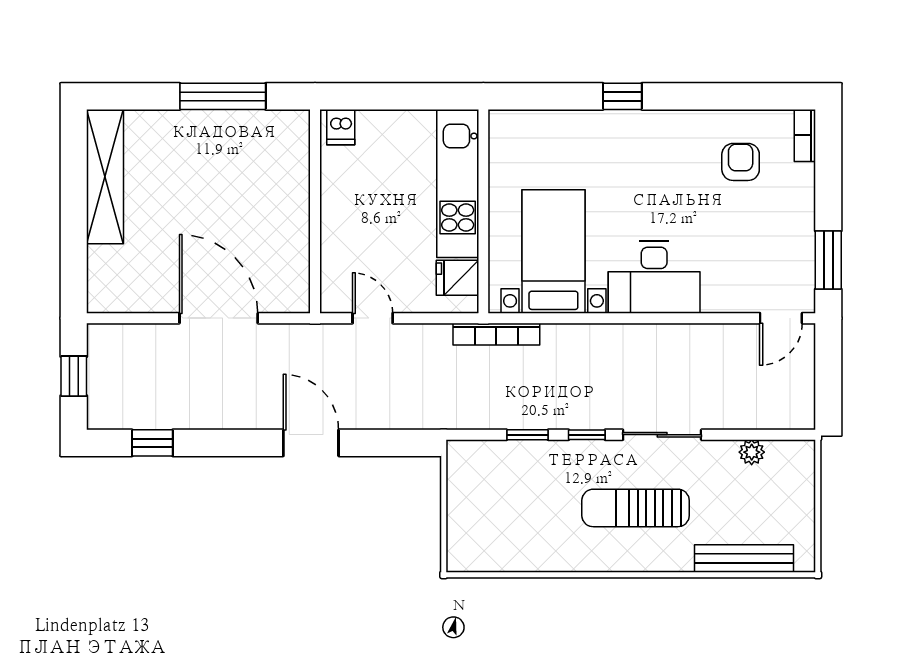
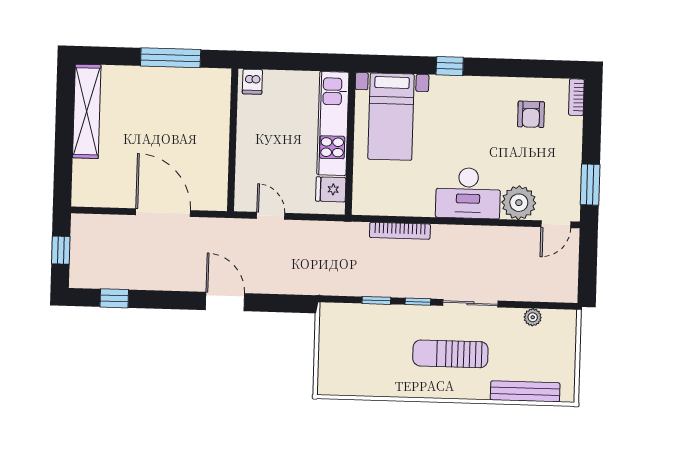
armchair: (741, 162) -> (531, 114), turned 180
bed with nightstands: (553, 251) -> (391, 117), moved, turned 180
plant: (727, 289) -> (519, 203), added
bookcase: (496, 334) -> (400, 231), moved

